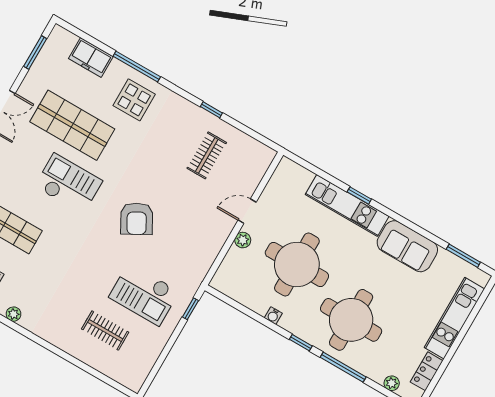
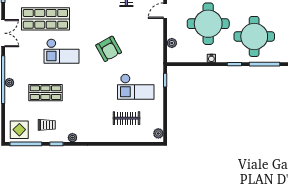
checkout: (69, 184) -> (61, 51), turned 180
plant: (243, 240) -> (172, 43), moved
plant: (138, 378) -> (158, 133), added

